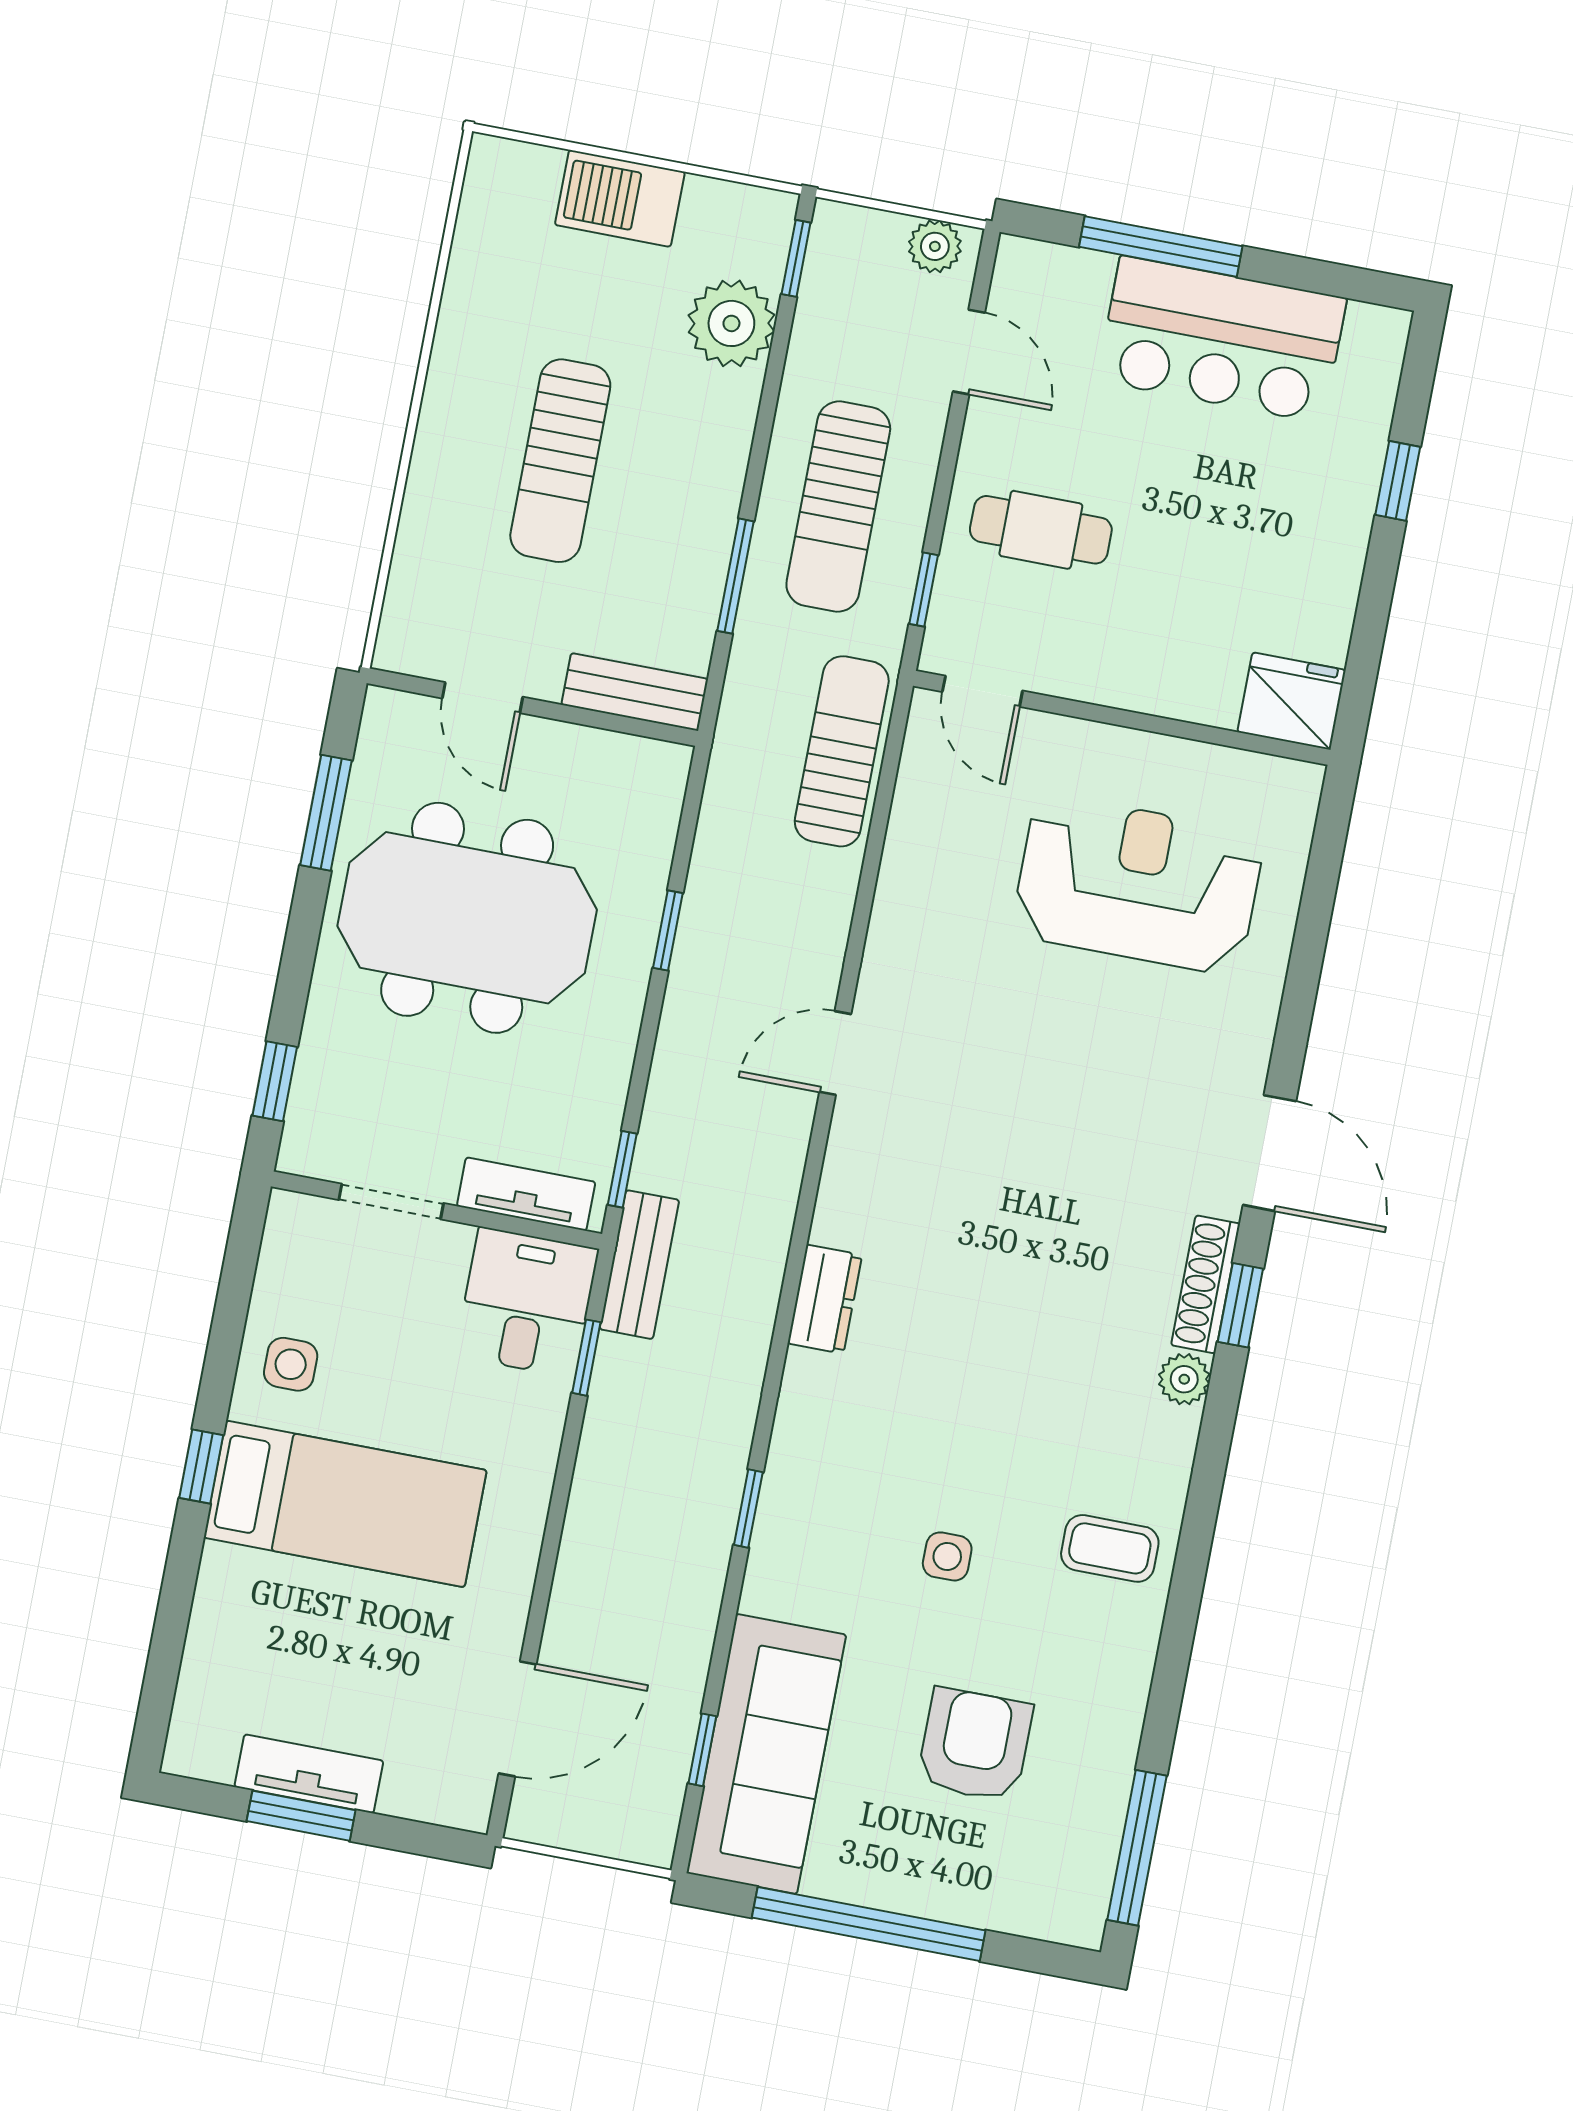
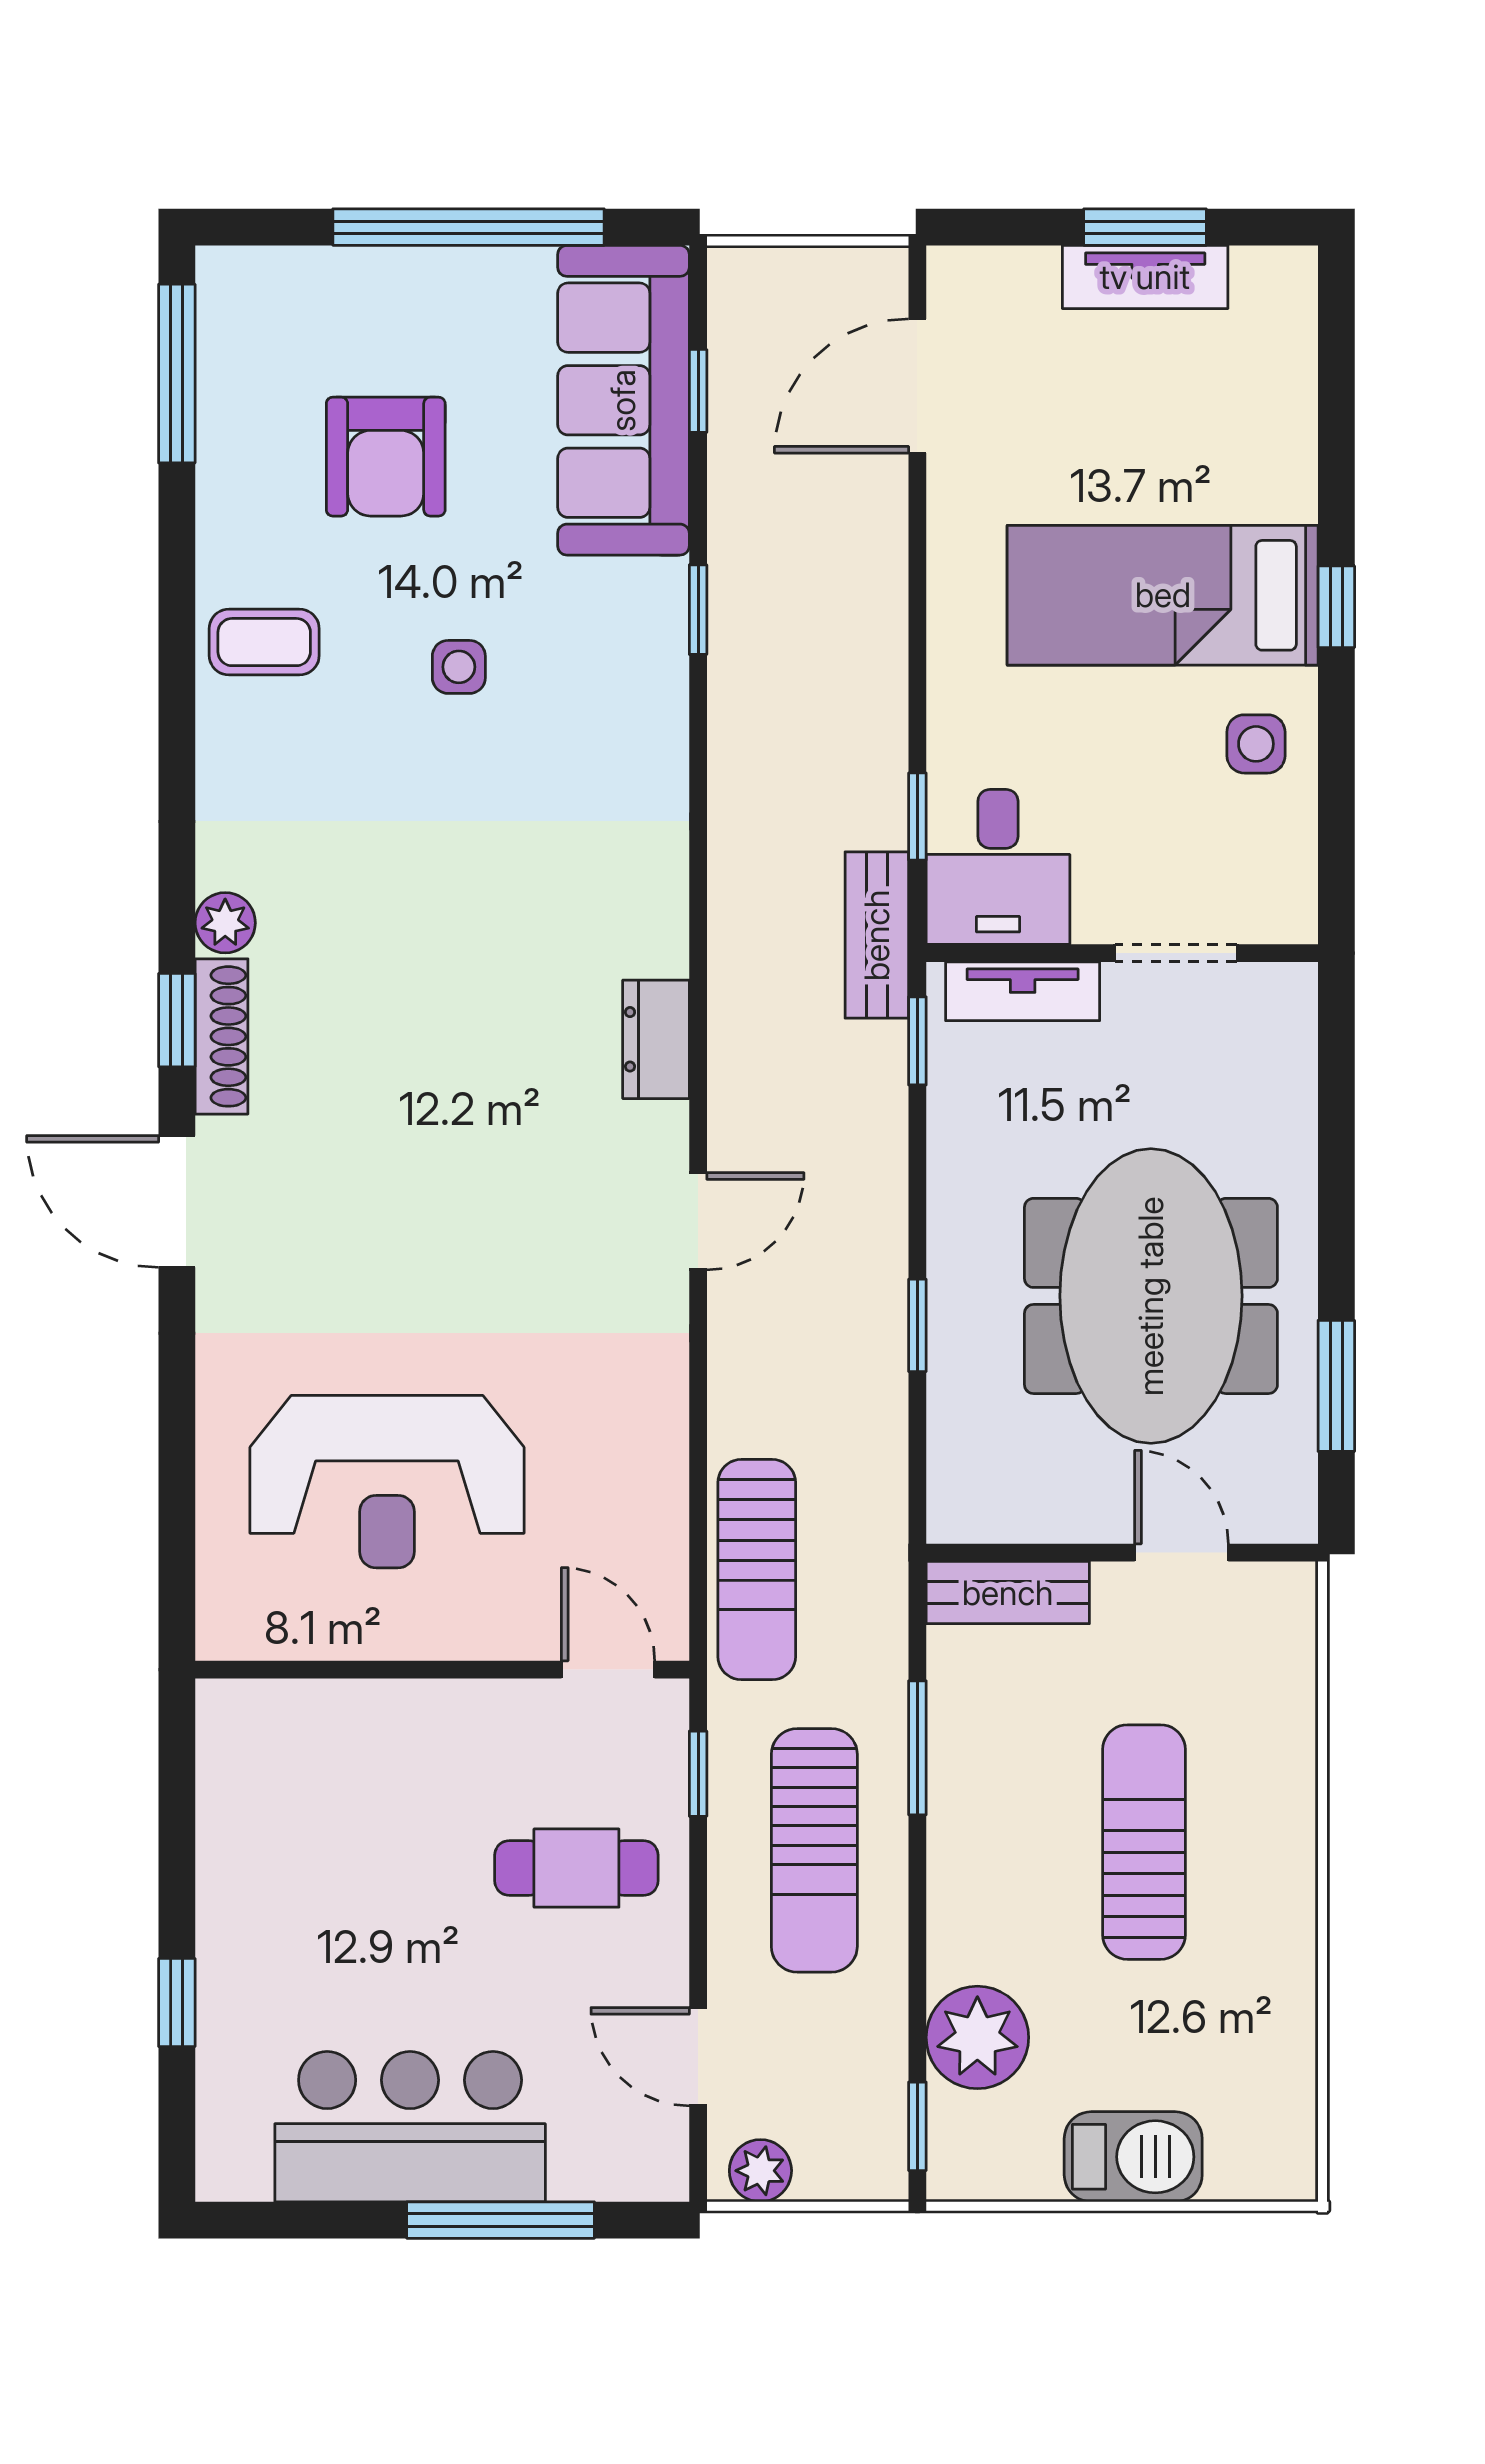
sun lounger: (838, 507) -> (814, 1850), turned 180
fridge: (1292, 701) -> (251, 1726), removed
meeting table: (467, 918) -> (1151, 1296), turned 90
window: (275, 1081) -> (1336, 1066), removed
dresser: (825, 1299) -> (656, 1039), moved
window: (748, 1509) -> (698, 610), moved
coffee table: (1110, 1548) -> (264, 642), moved

